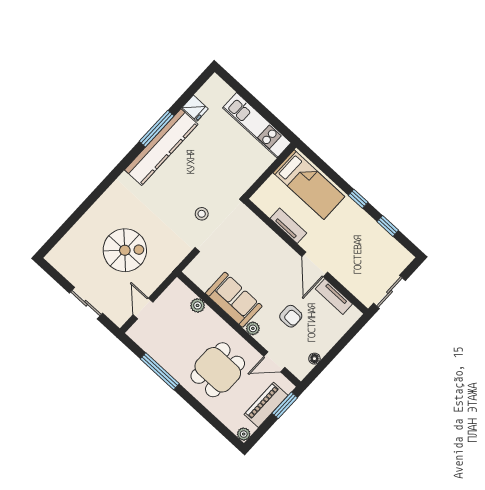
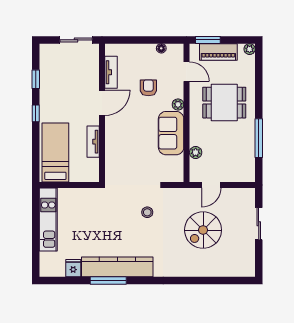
stool: (202, 214) -> (147, 212), moved
spiral stairs: (125, 250) -> (203, 230), turned -90
door: (143, 308) -> (211, 185), moved

